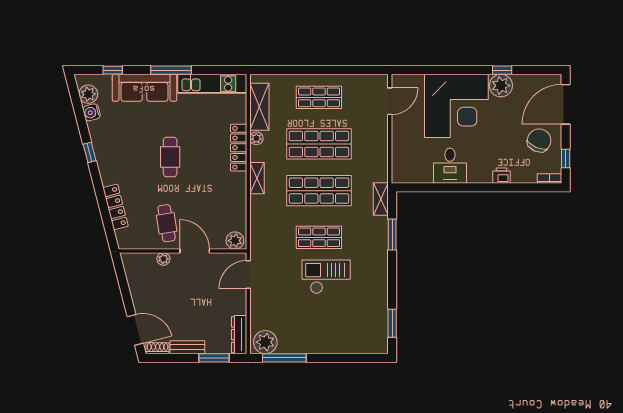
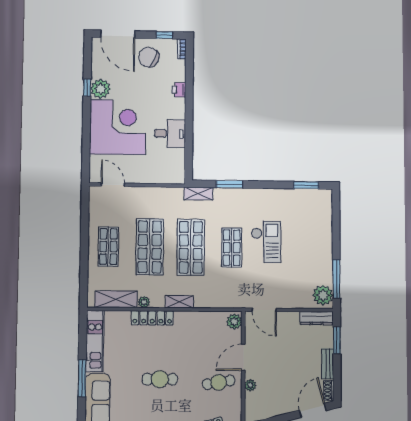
checkout: (326, 277) -> (266, 242), turned 180

